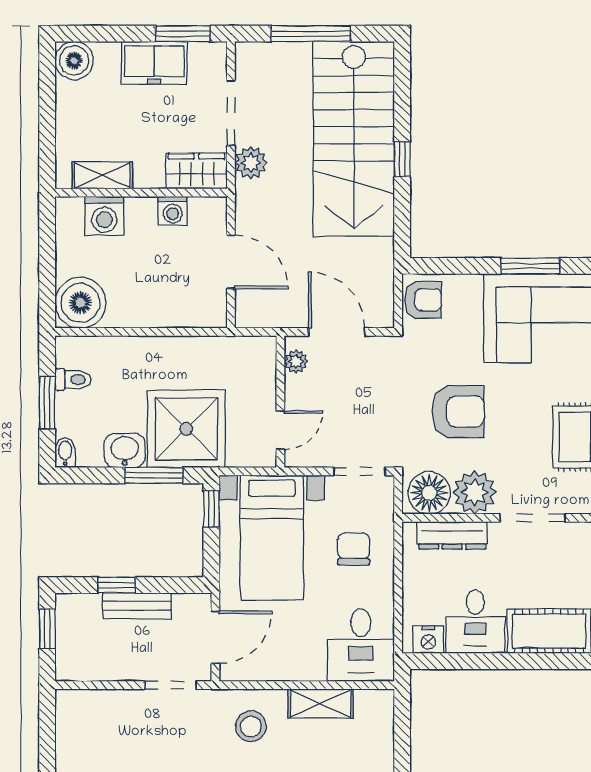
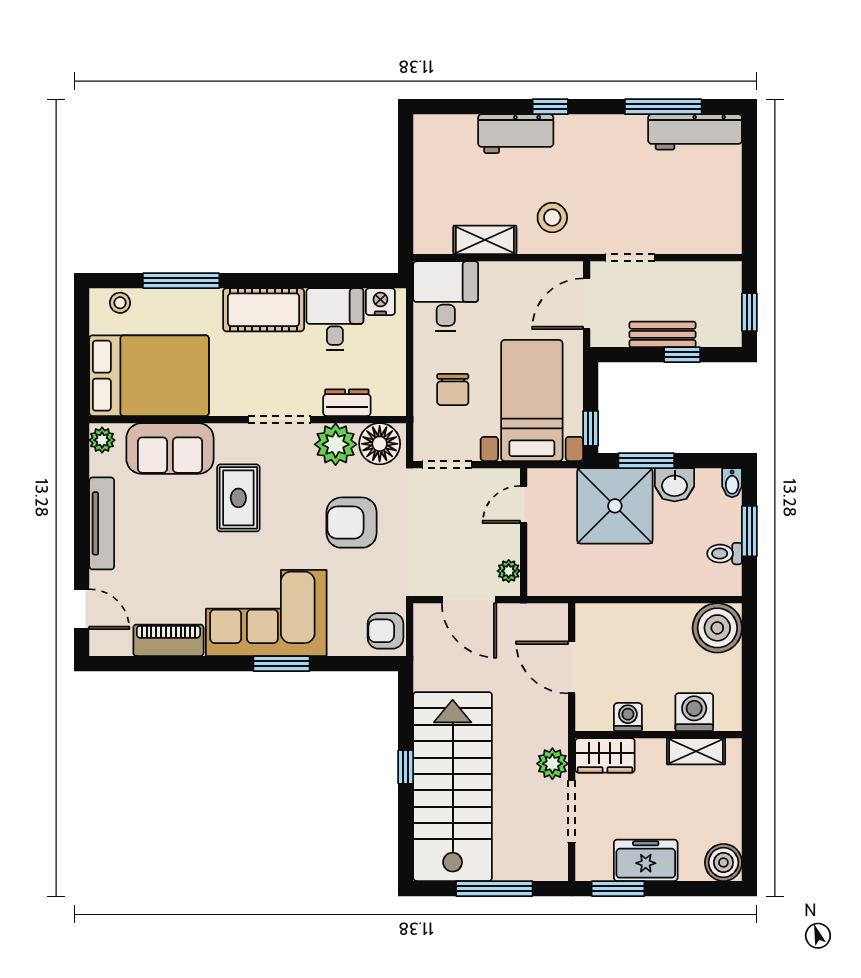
dresser: (452, 535) -> (347, 403), width x0.70

